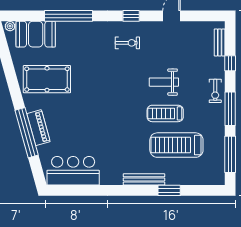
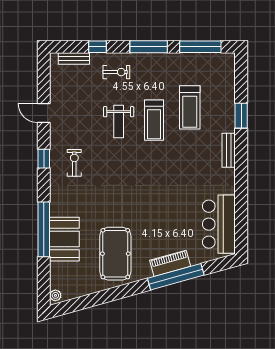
booth: (36, 34) -> (64, 239), moved
exercise bike: (215, 91) -> (116, 72), moved
treadmill: (176, 145) -> (190, 107), width x0.73, depth x0.73
bench: (144, 179) -> (229, 150), width x0.73

